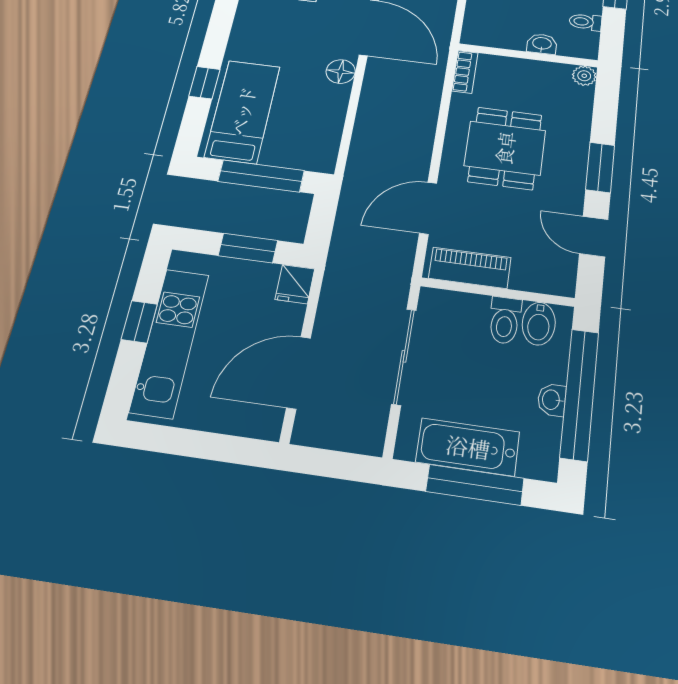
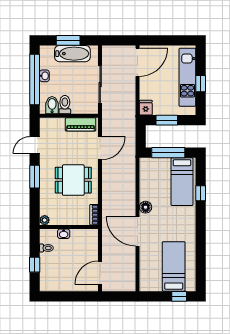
dining table: (505, 148) -> (73, 180), turned 90
door: (594, 237) -> (35, 145), swing flipped
door: (299, 373) -> (138, 62), moved
window: (475, 485) -> (68, 40), width x0.69

